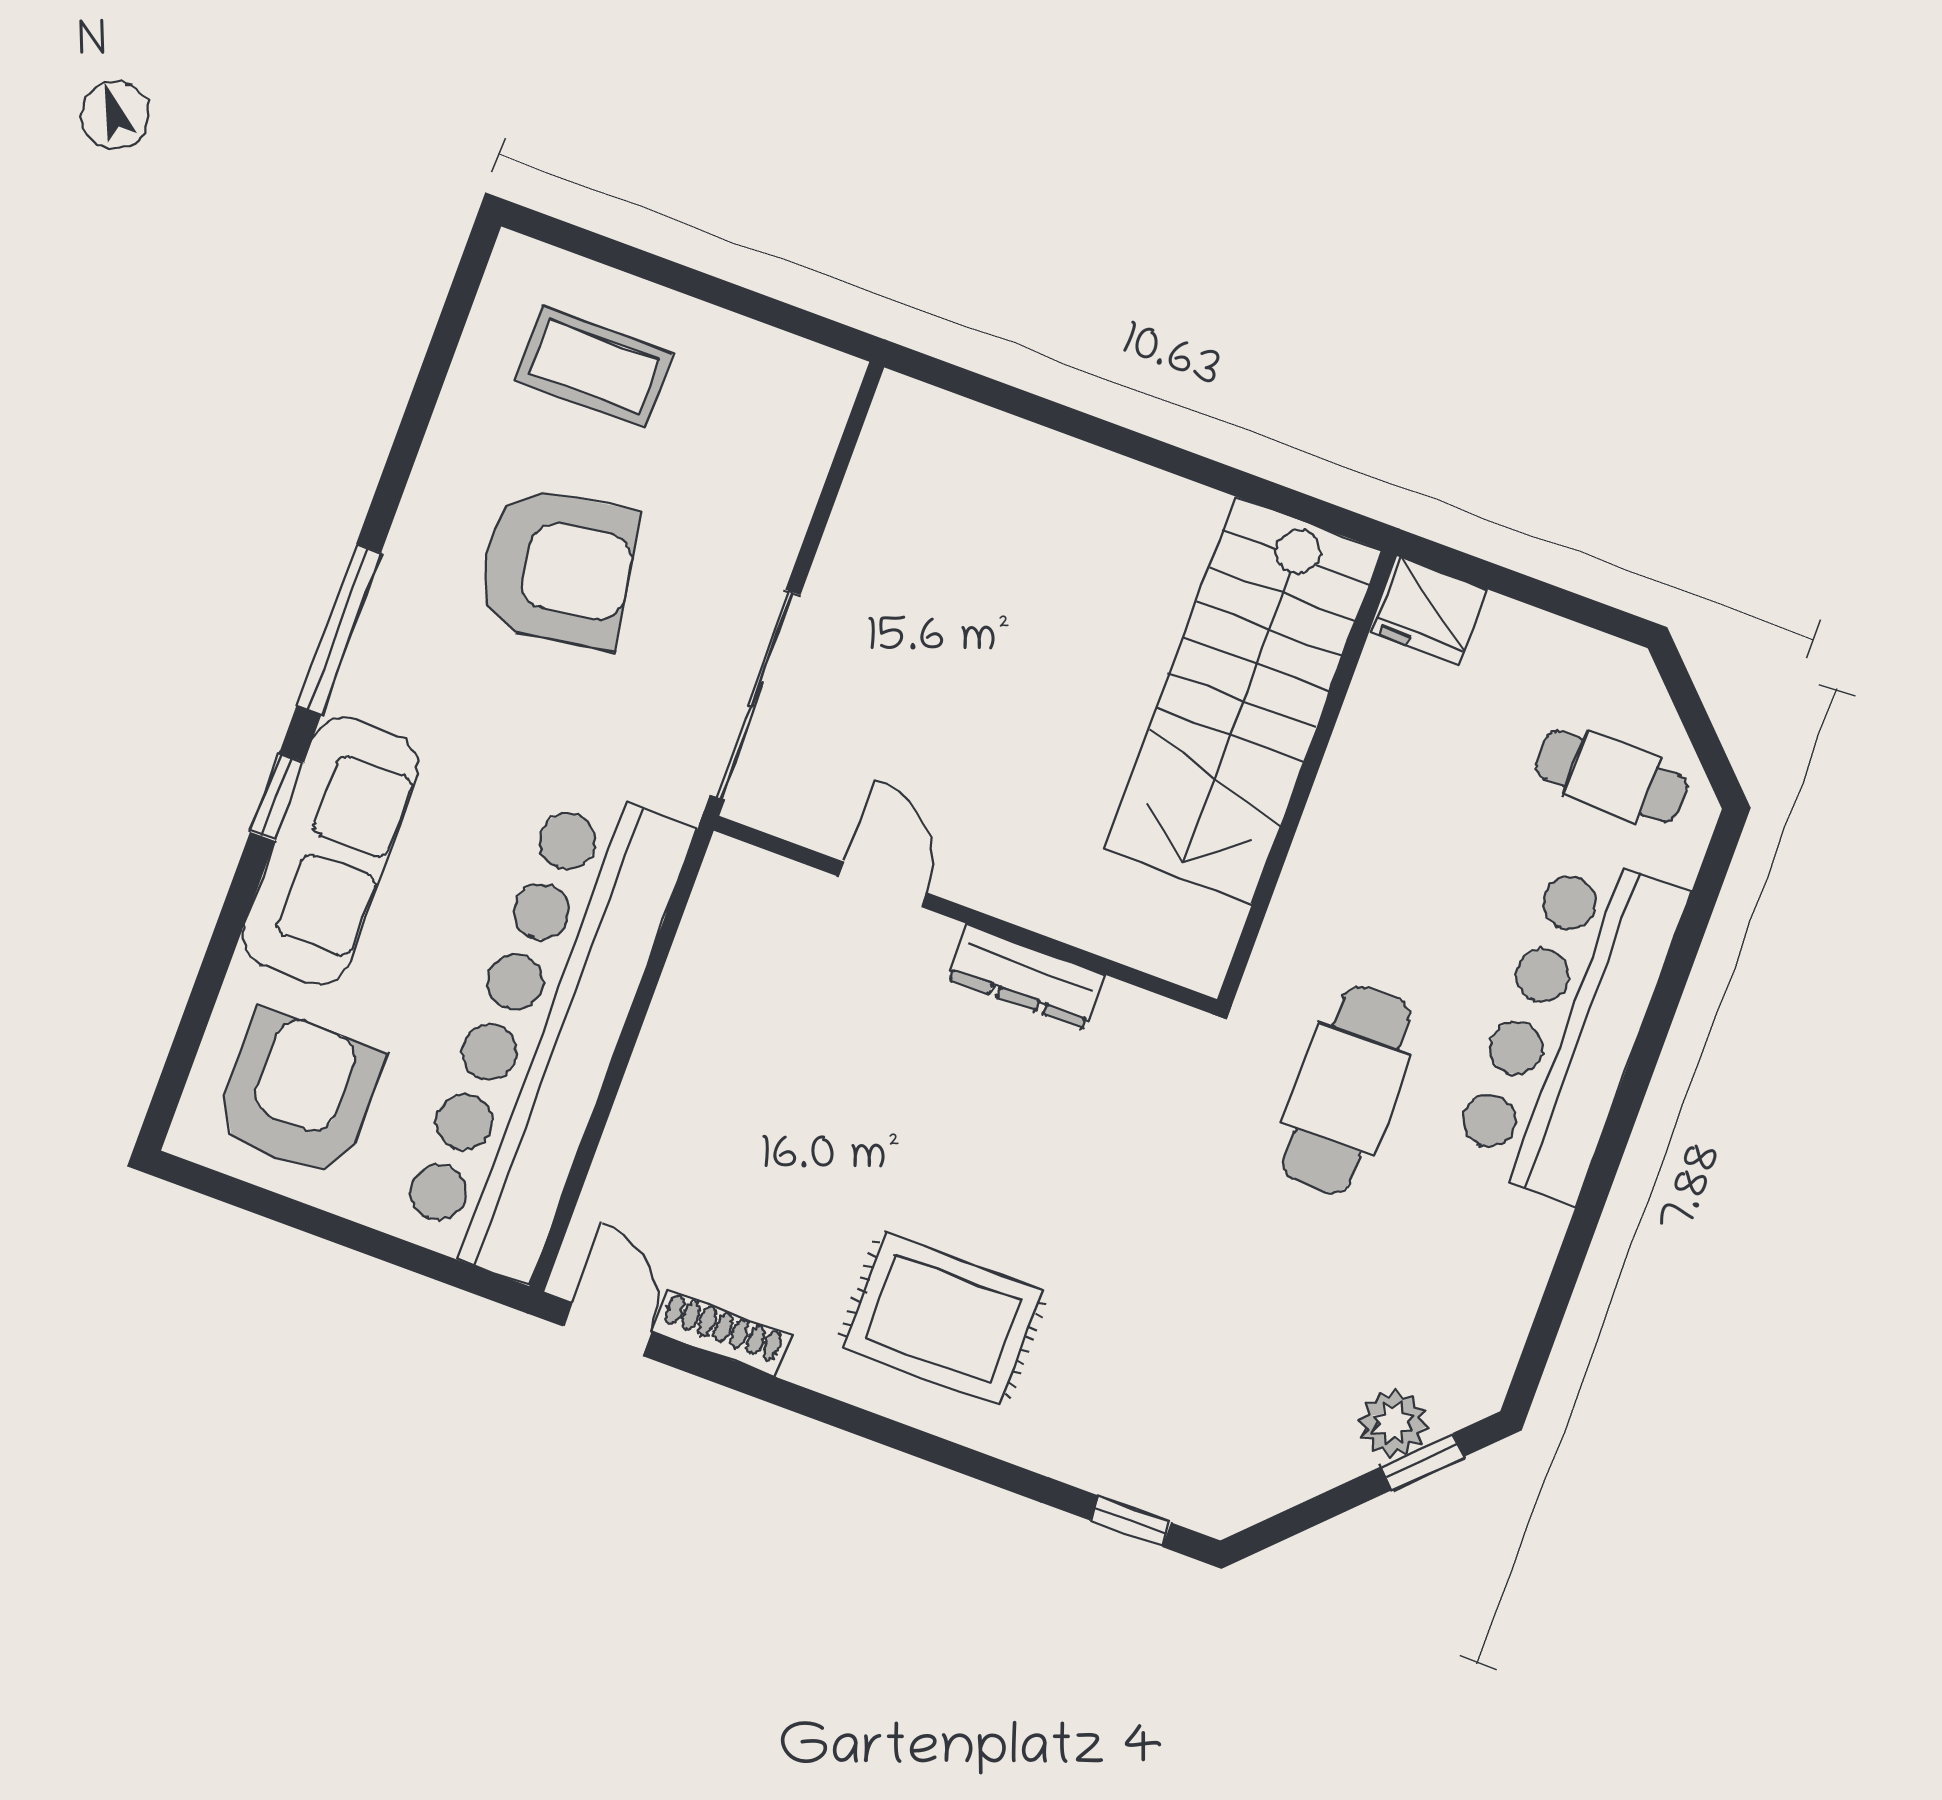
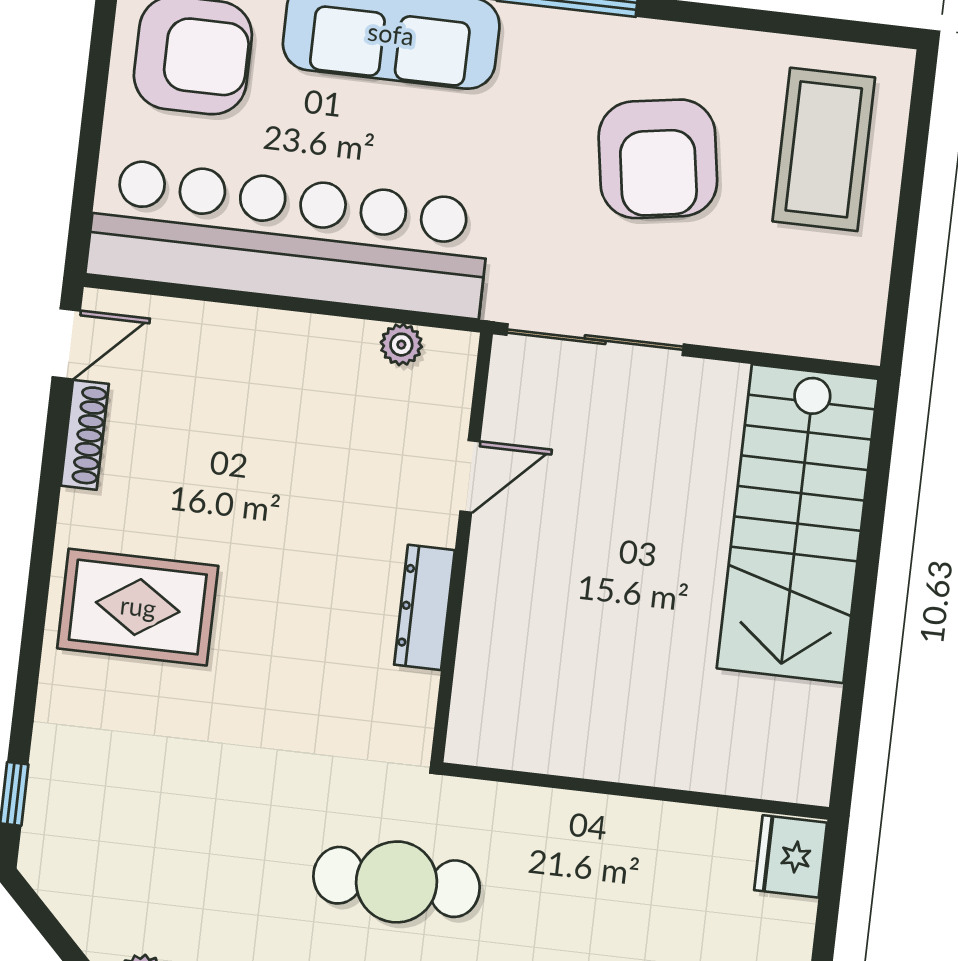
coffee table: (594, 366) -> (824, 149), width x1.36, depth x1.32
stairs: (1243, 700) -> (798, 524), moved, turned -90
plant: (705, 928) -> (401, 345), added
rug: (943, 1320) -> (138, 607), turned 90

